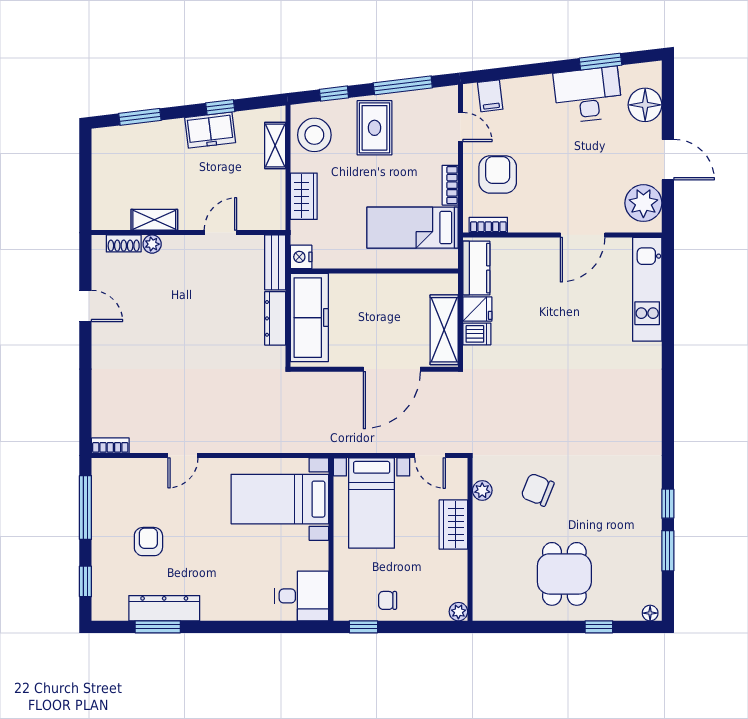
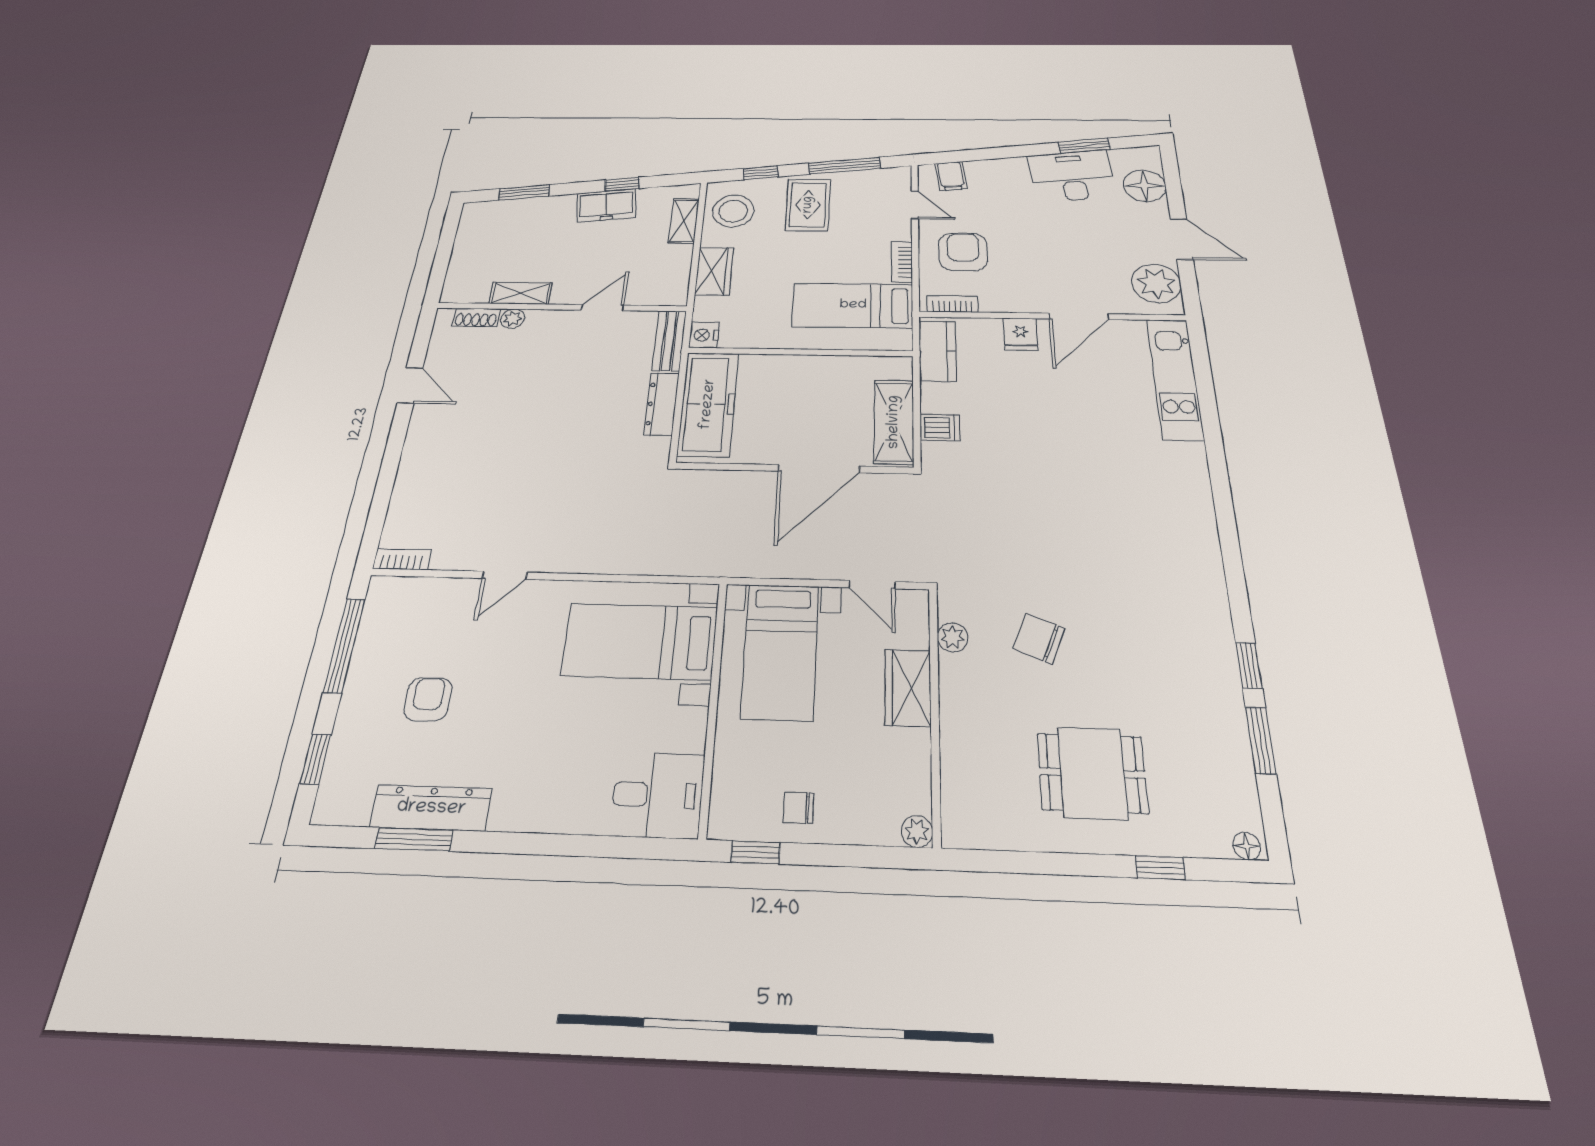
fridge: (477, 309) -> (1020, 334), moved, turned 90
dining table: (564, 574) -> (1092, 773), turned 90

